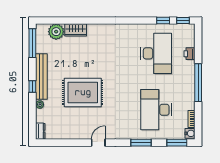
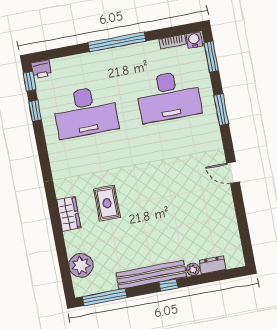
wardrobe: (76, 30) -> (69, 214), moved
desk: (156, 53) -> (85, 112), turned 180
printer: (190, 54) -> (41, 69), moved
rug: (83, 93) -> (107, 203), moved, width x0.54, depth x0.49
dresser: (40, 131) -> (212, 265), moved

